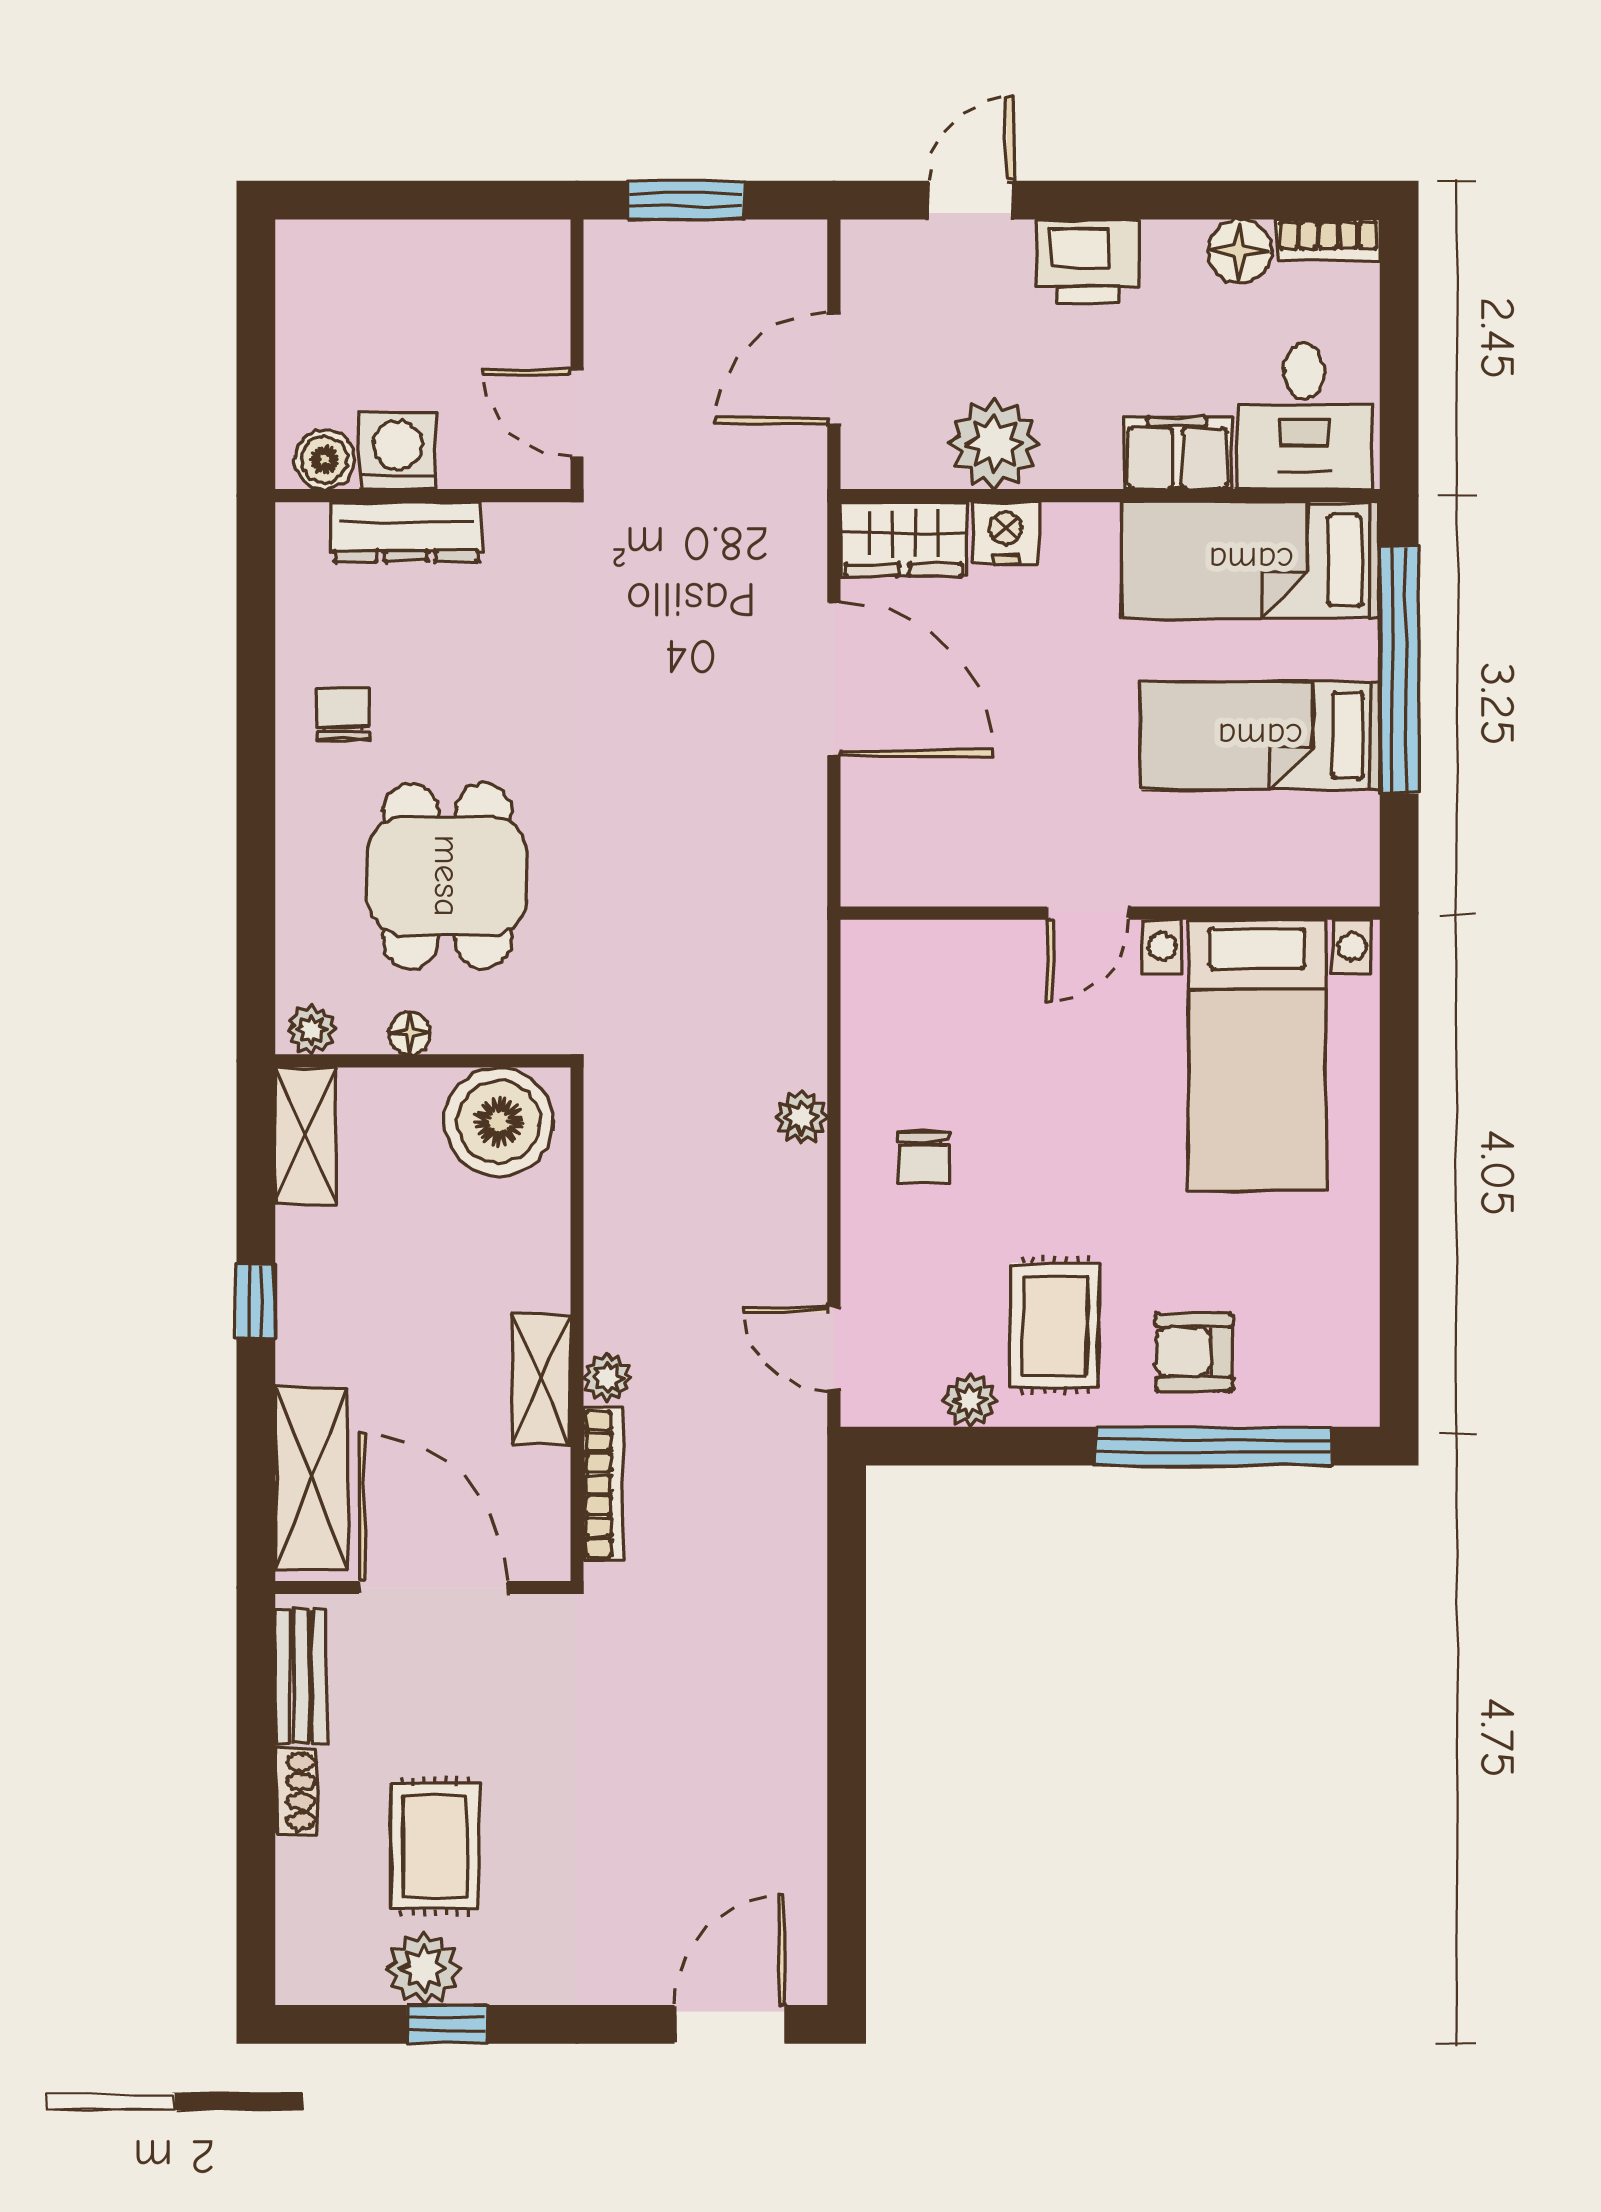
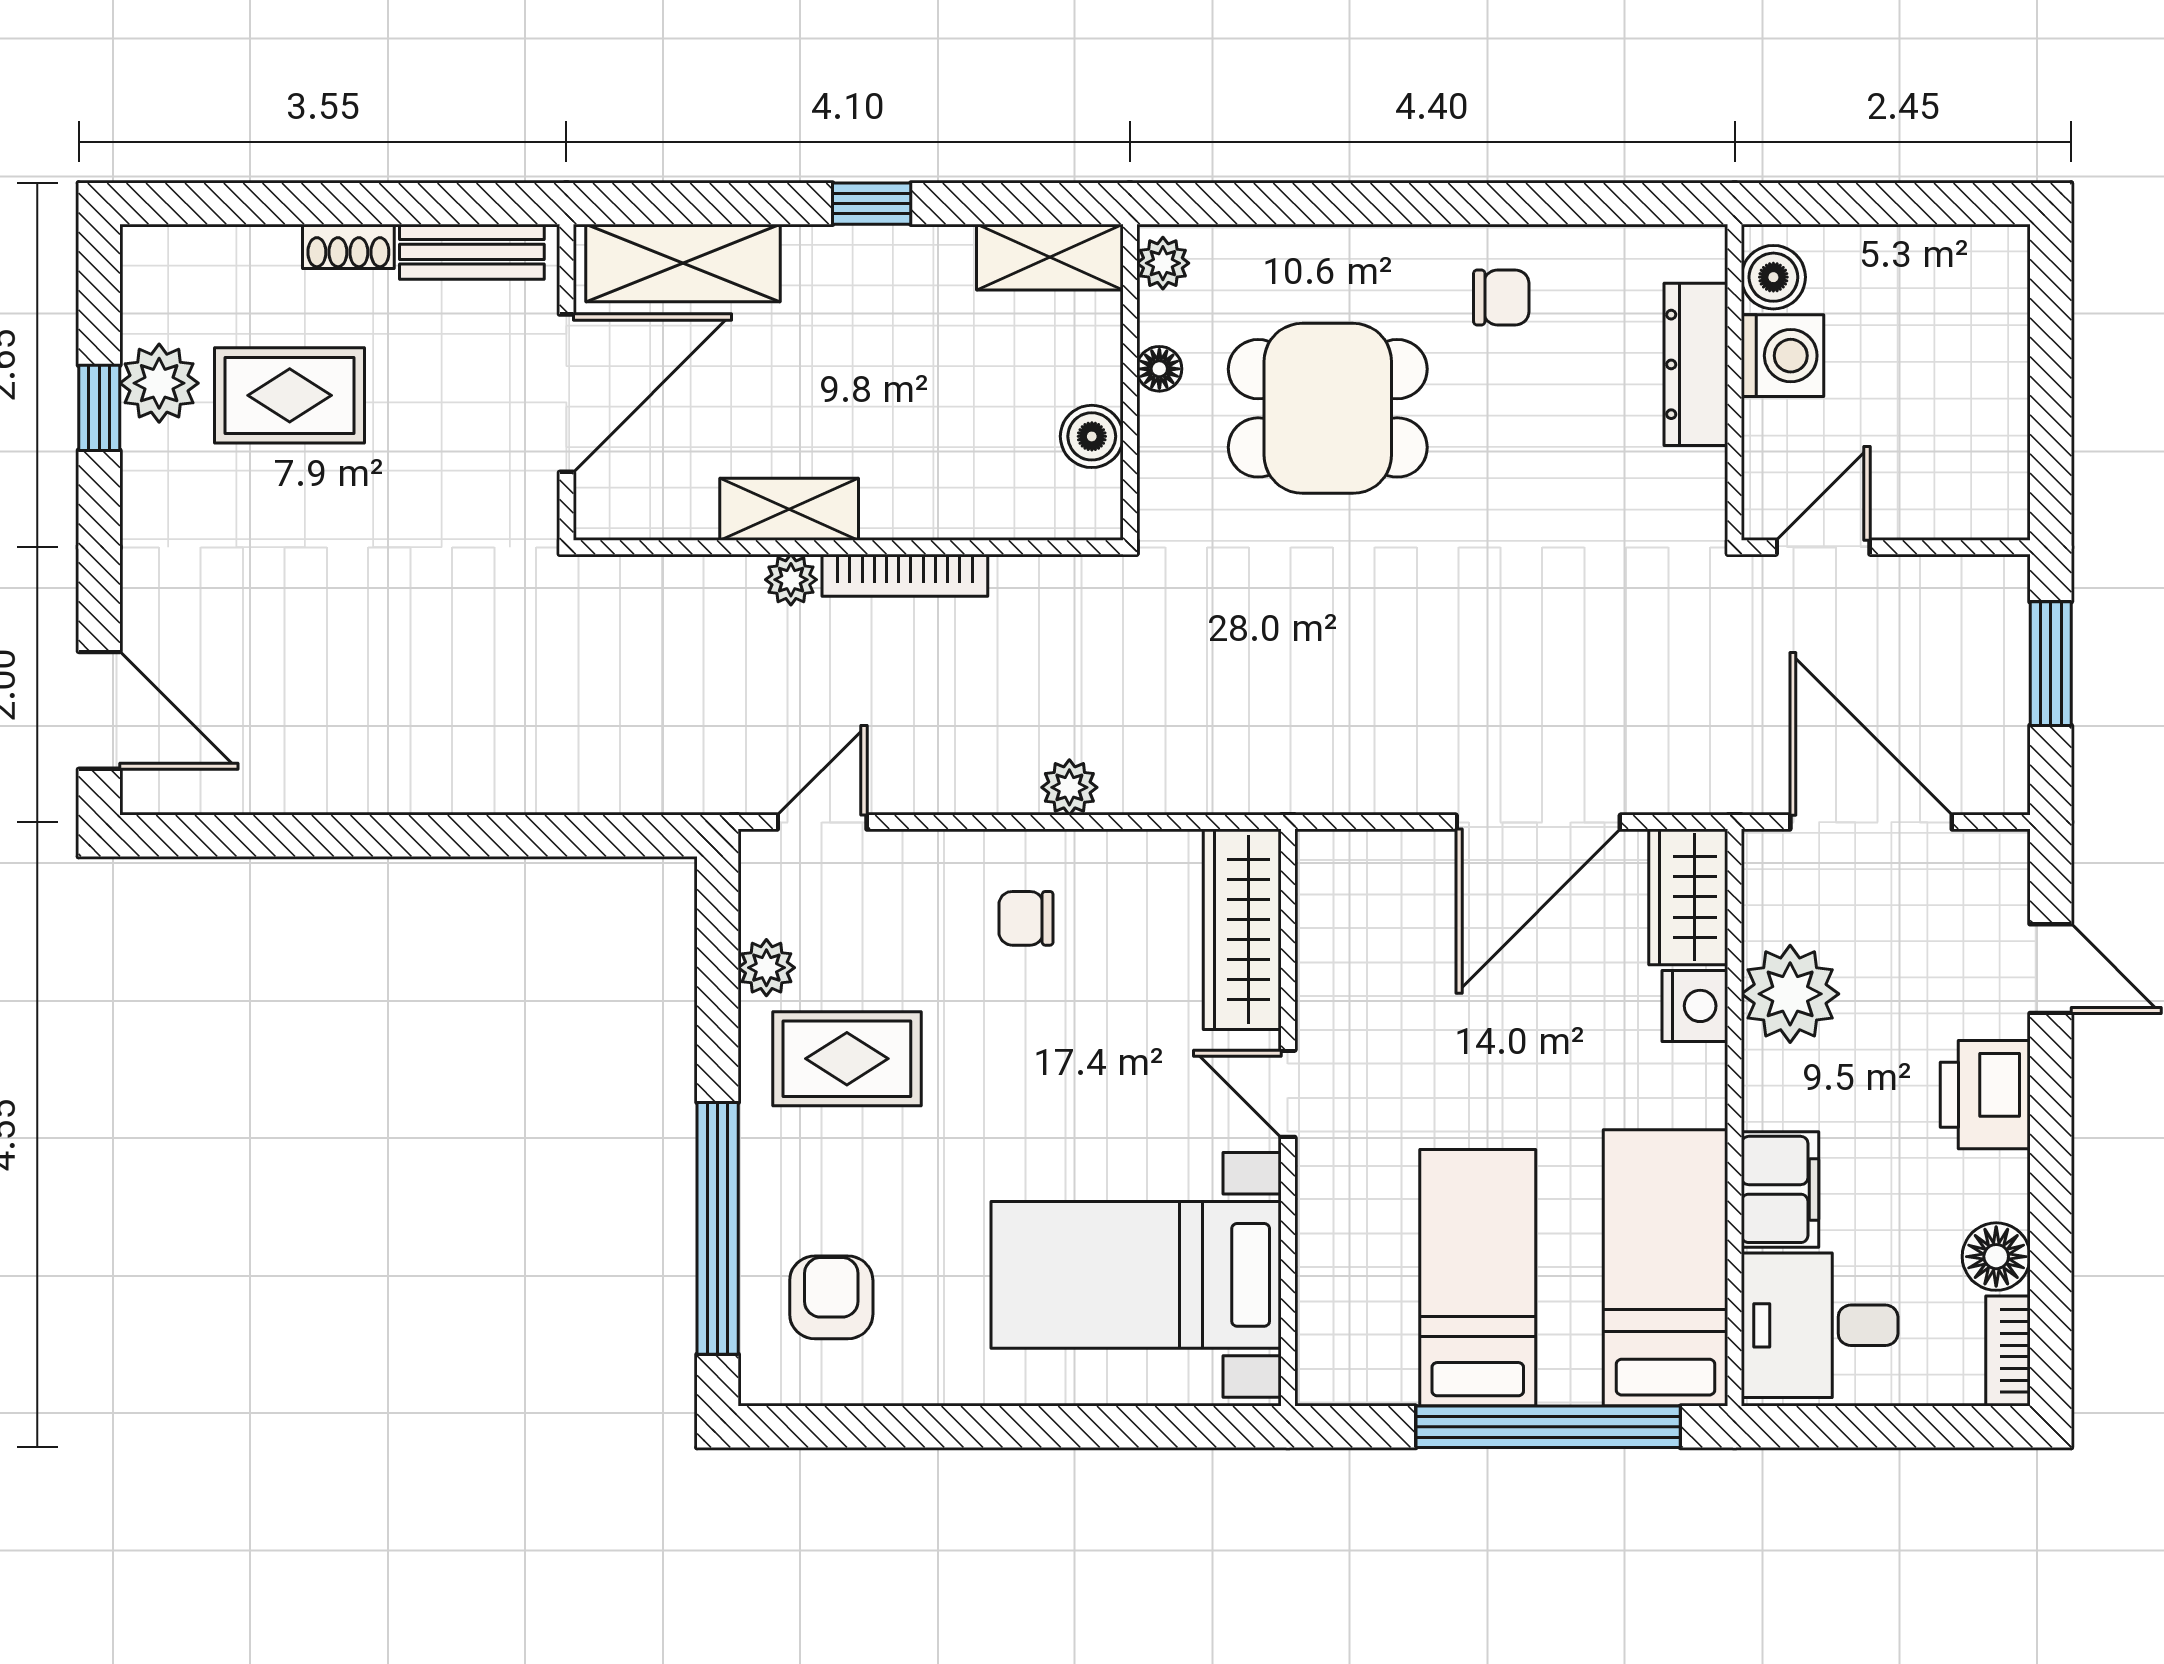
door: (834, 368) -> (1871, 822), width x1.36
wardrobe: (934, 956) -> (1242, 929), added
boiler: (499, 1122) -> (1092, 436), width x0.54, depth x0.54
armchair: (1194, 1352) -> (831, 1297), moved
bookcase: (603, 1484) -> (905, 575), moved

